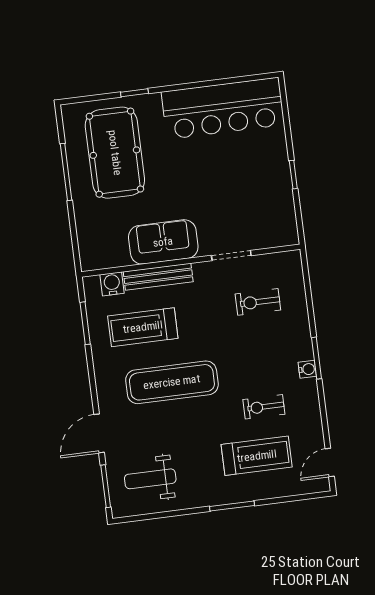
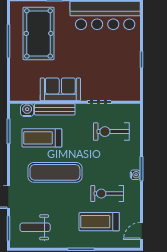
exercise bike: (258, 302) -> (111, 132), width x1.38, depth x1.39
exercise bike: (264, 407) -> (107, 194), width x1.38, depth x1.39
treadmill: (257, 456) -> (99, 222), turned 180

